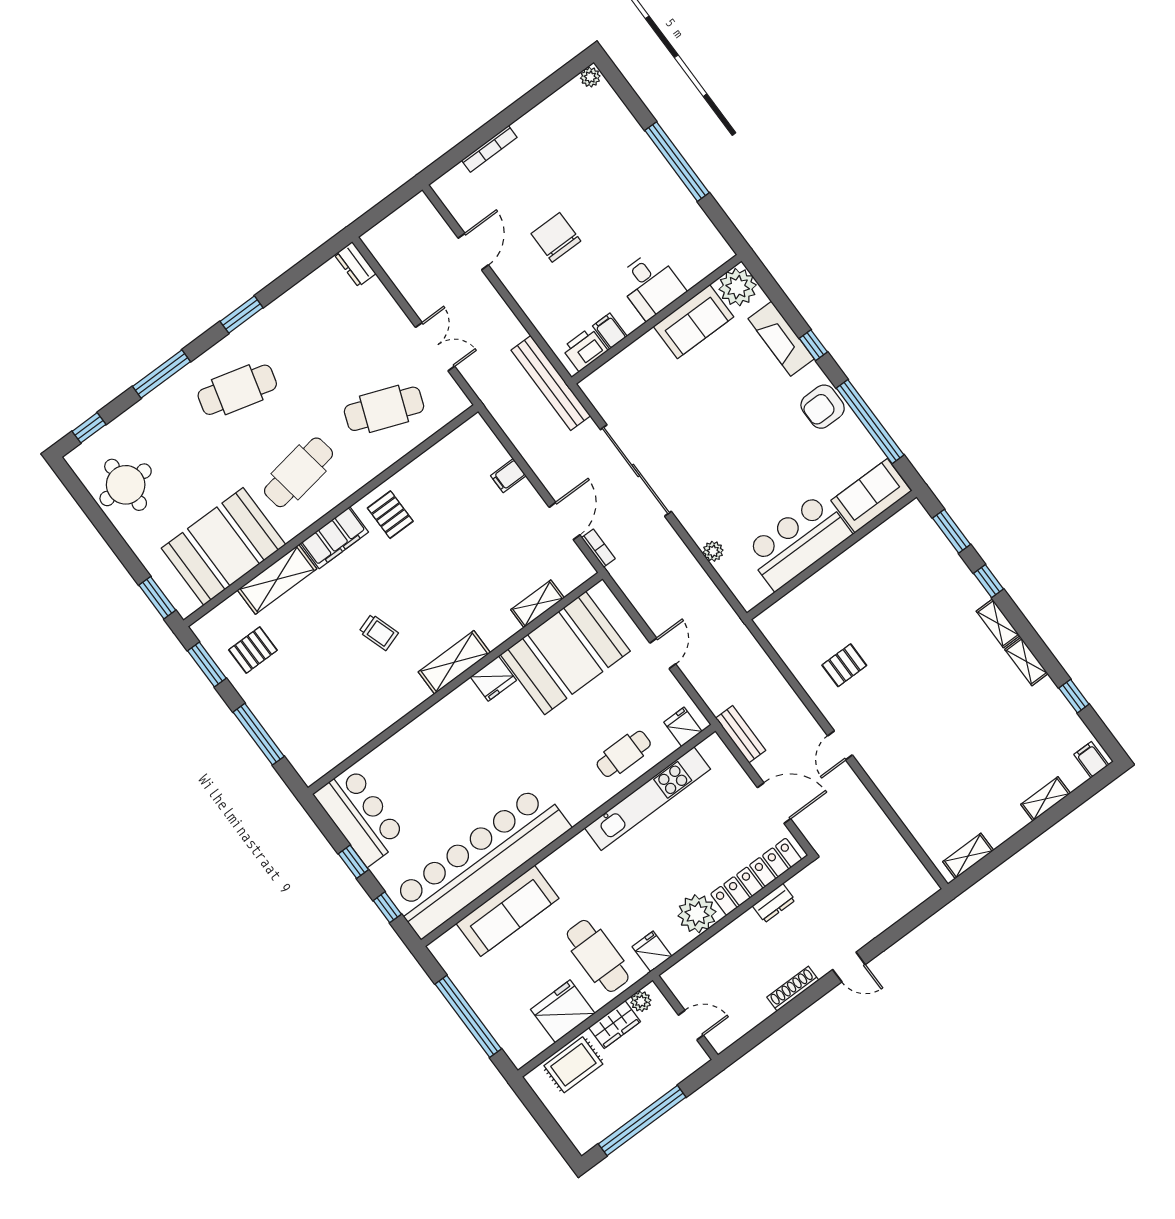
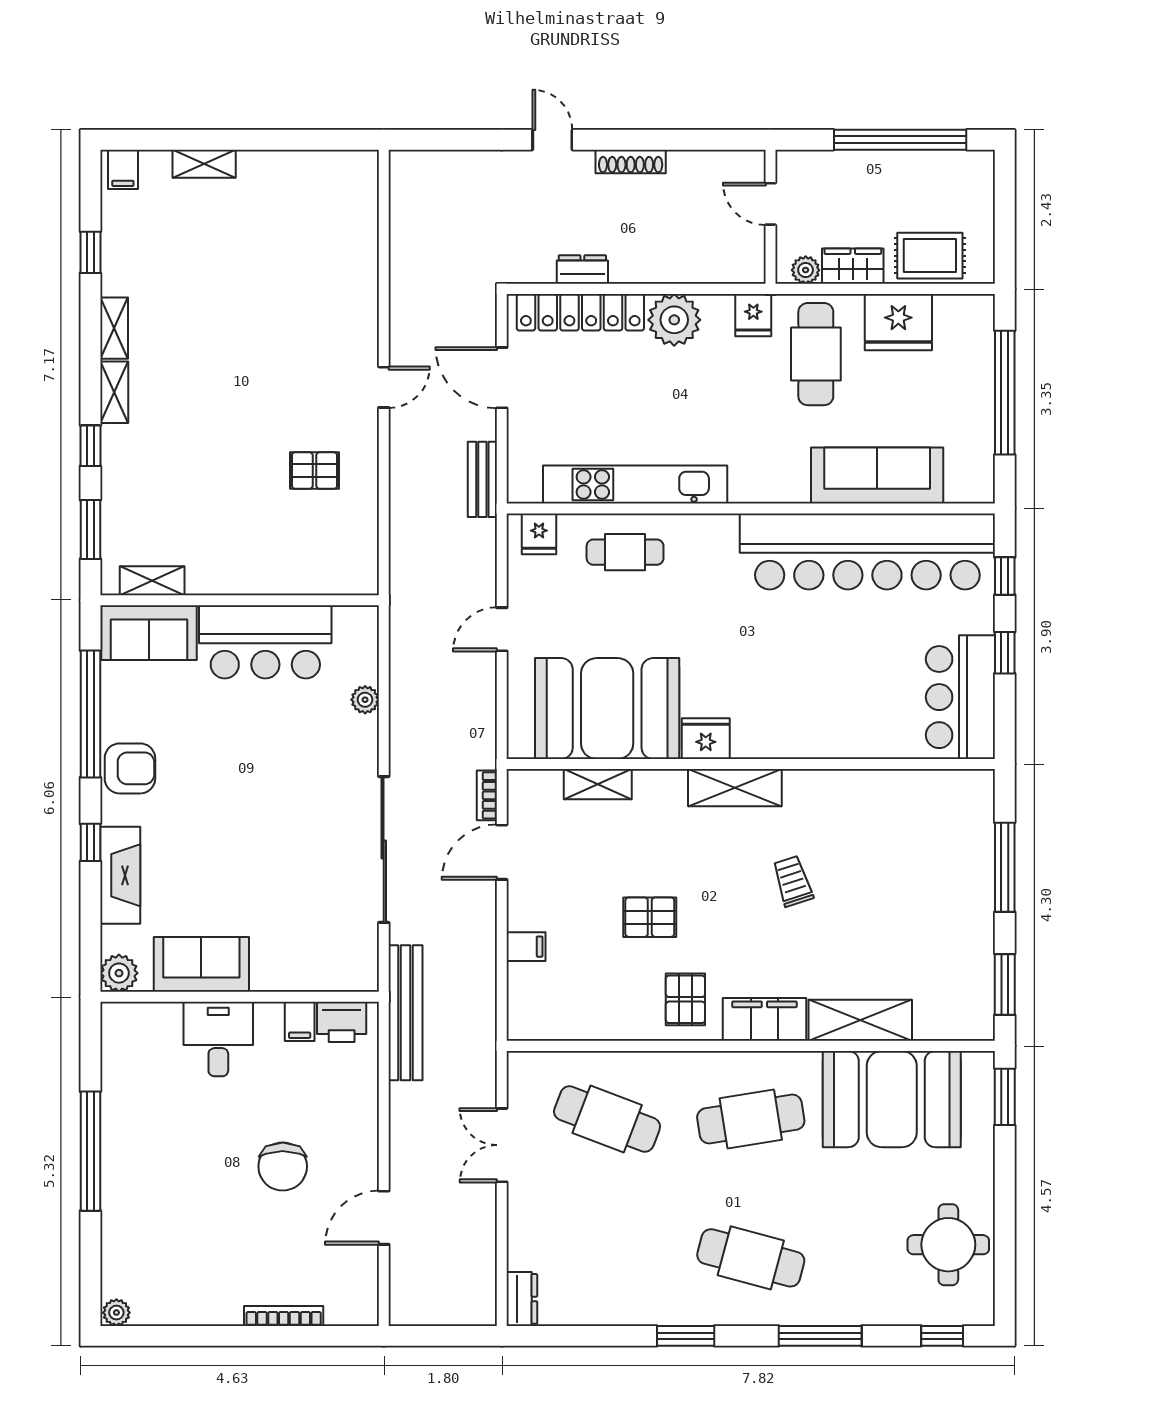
plant: (738, 287) -> (119, 973), width x0.73, depth x0.73
pallet: (253, 650) -> (650, 917), moved
shelving: (968, 856) -> (152, 581), moved

